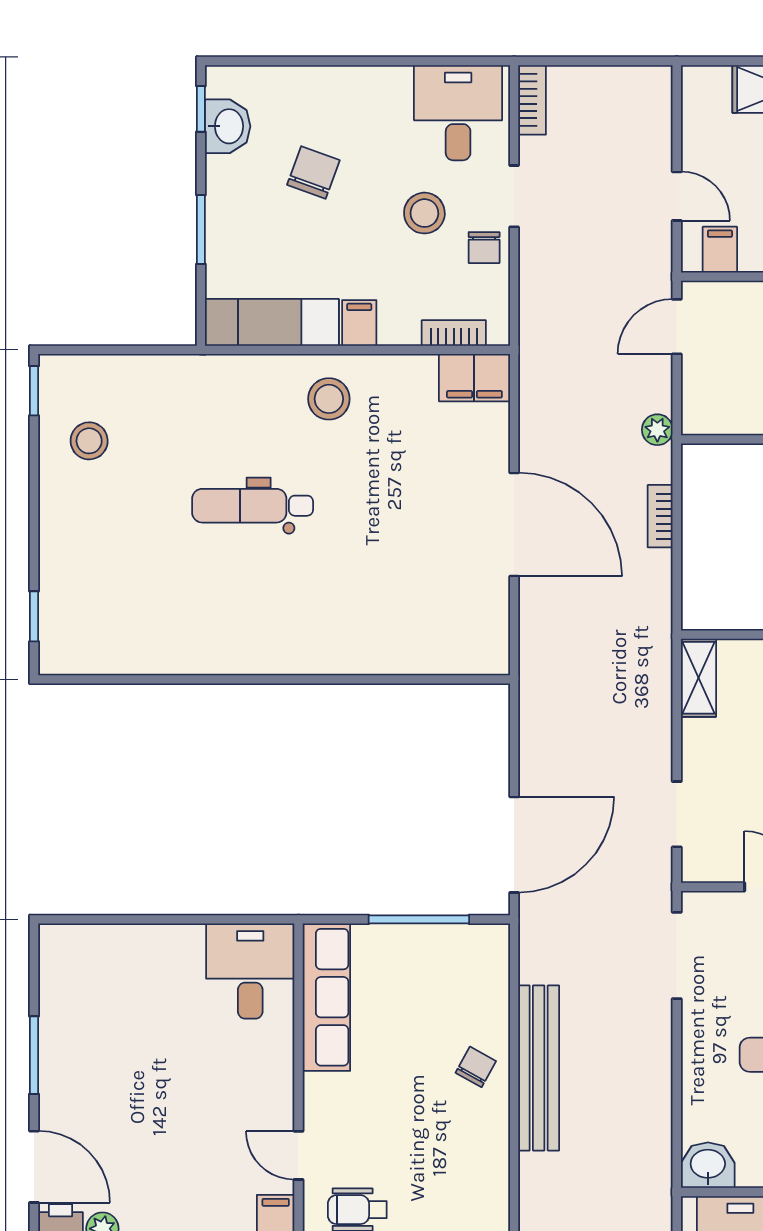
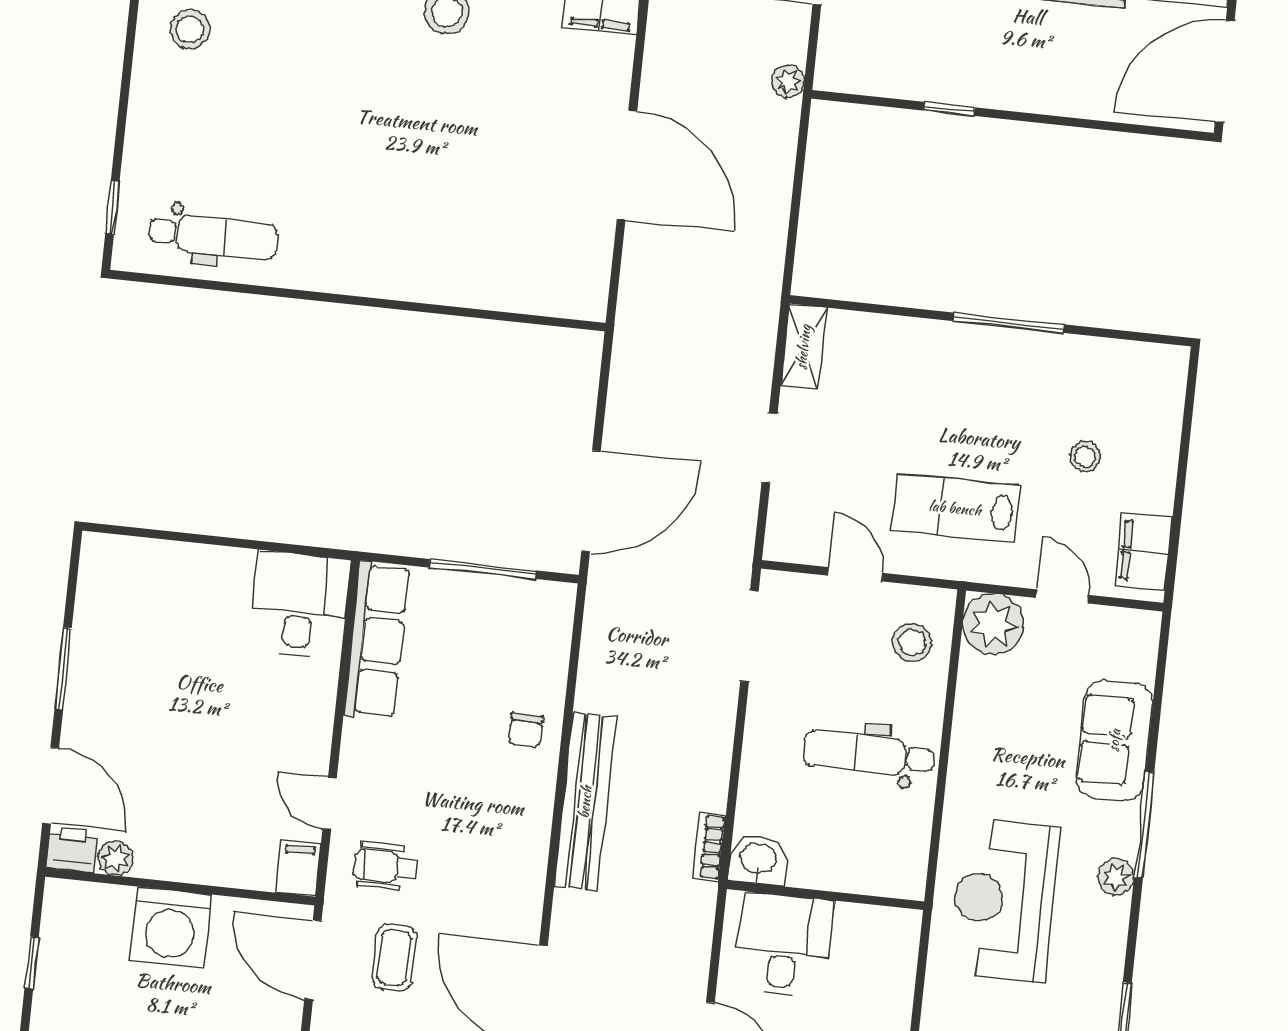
dental chair: (253, 506) -> (213, 236), moved, turned 180
bookcase: (660, 516) -> (709, 847), moved
doorway: (677, 814) -> (770, 448), moved
chair: (476, 1067) -> (526, 730), turned 151
bench: (539, 1068) -> (585, 802), moved

